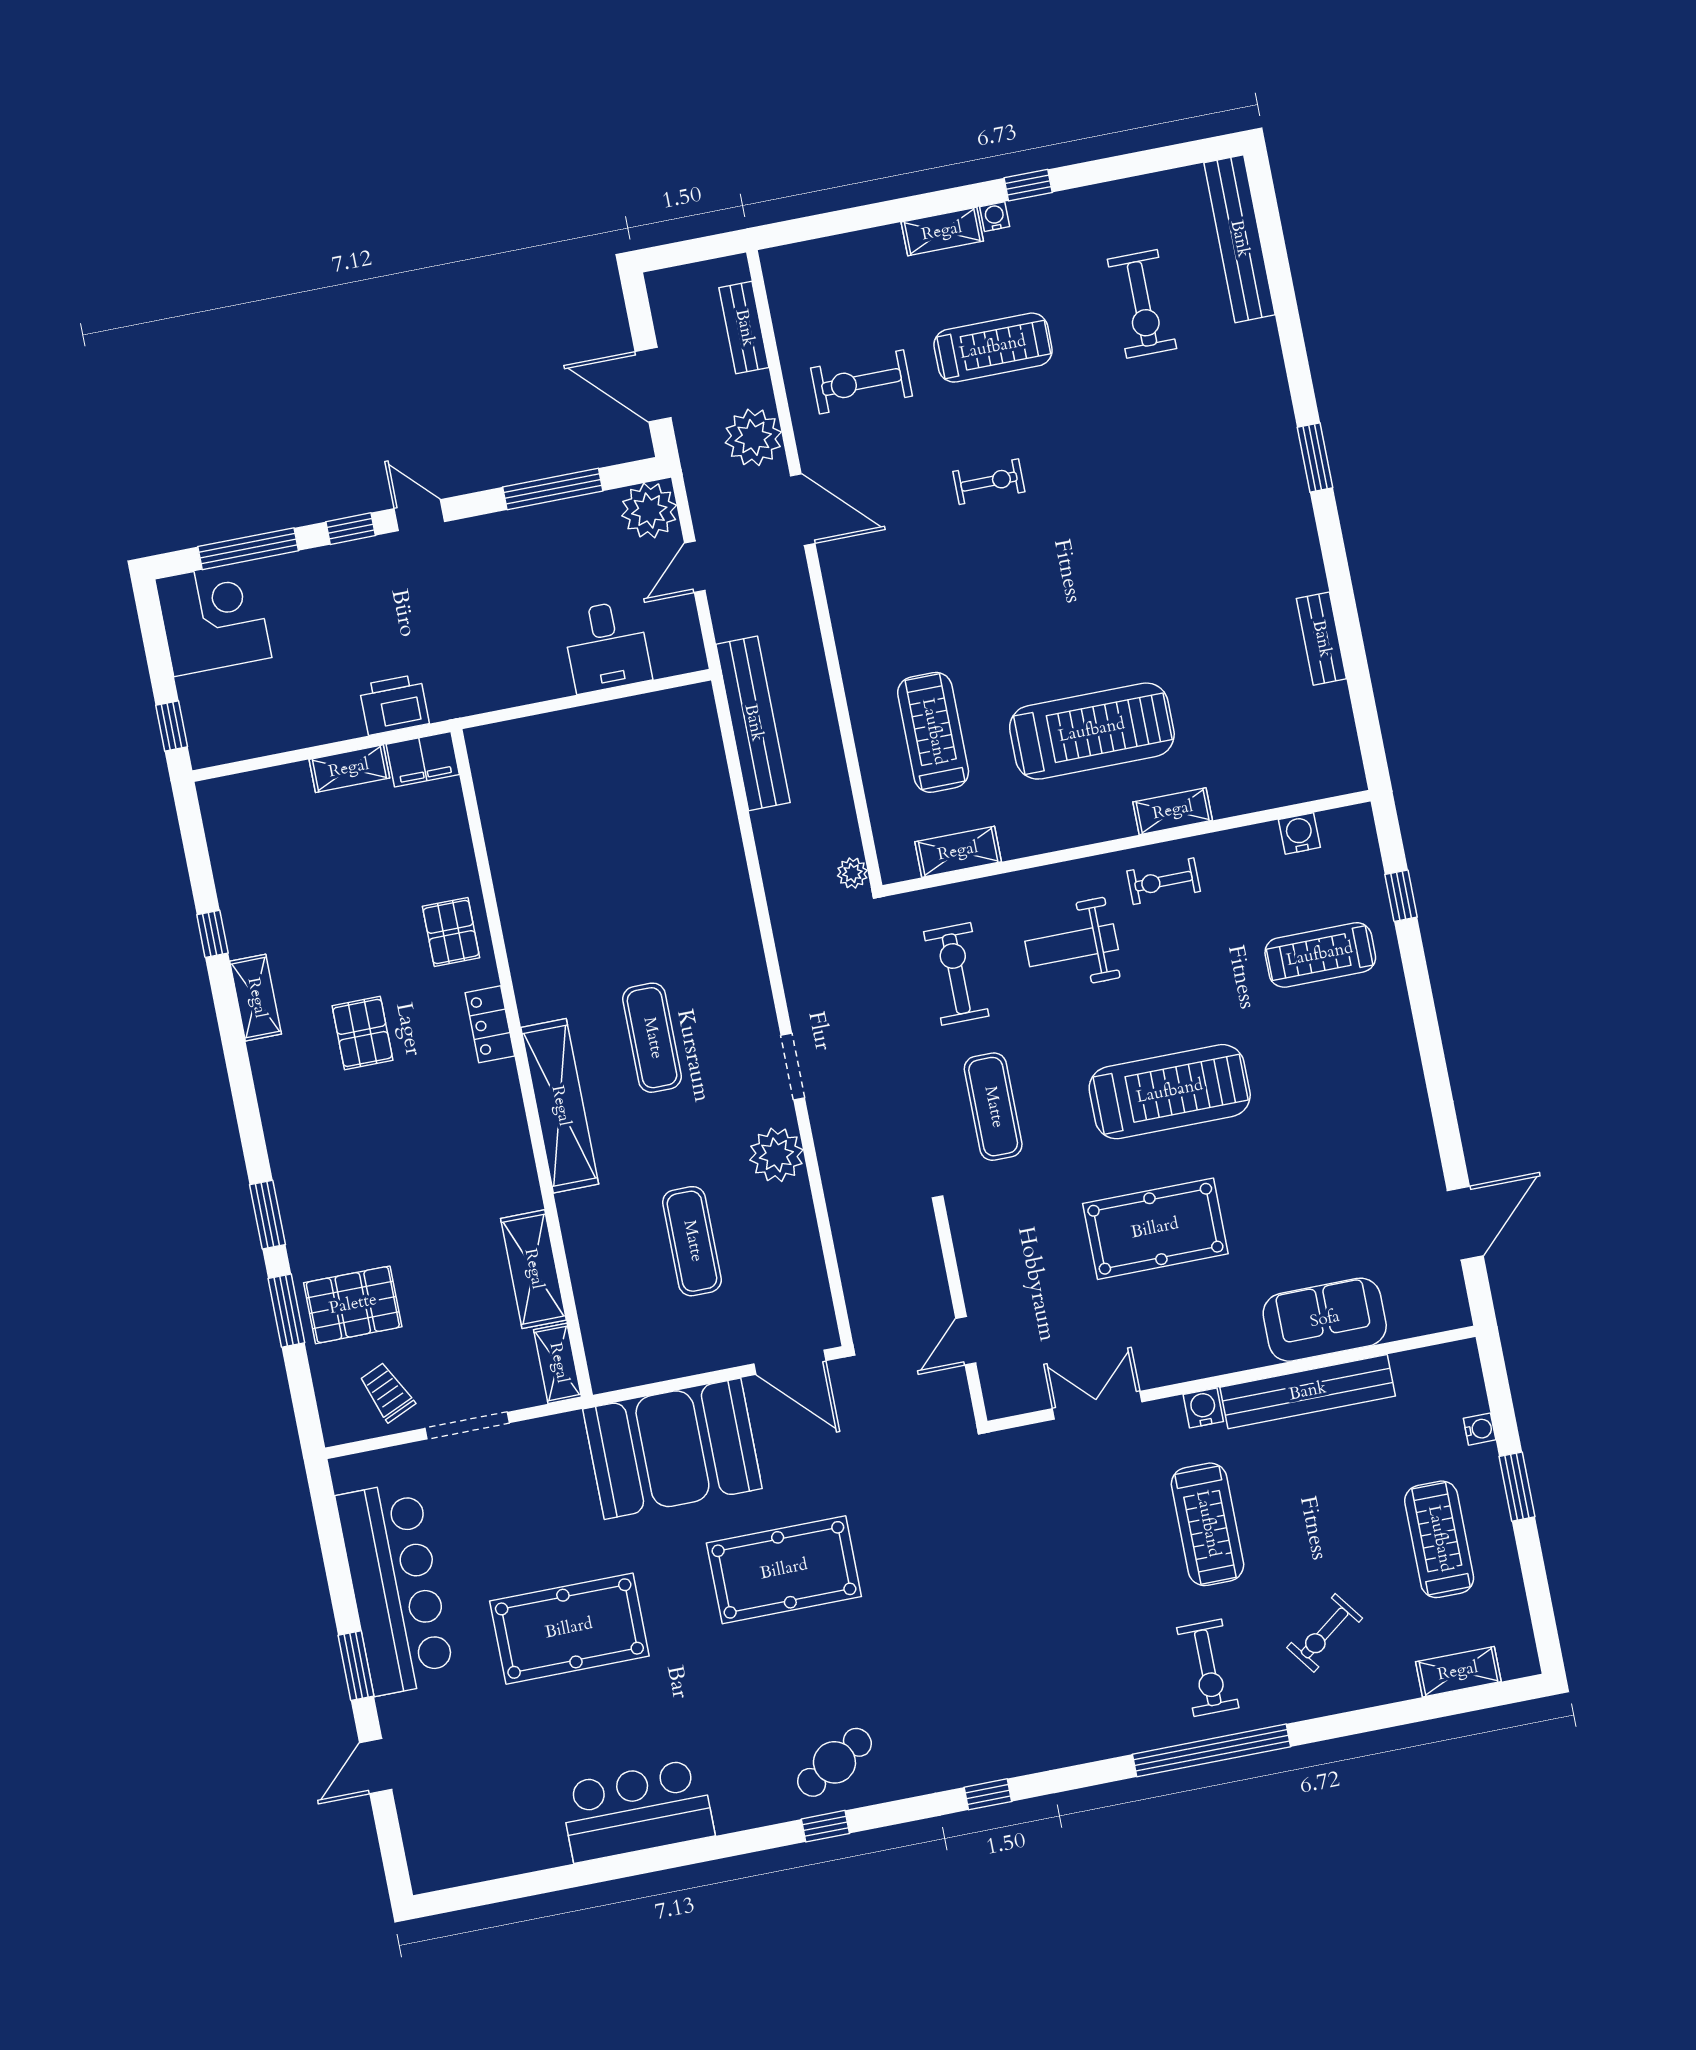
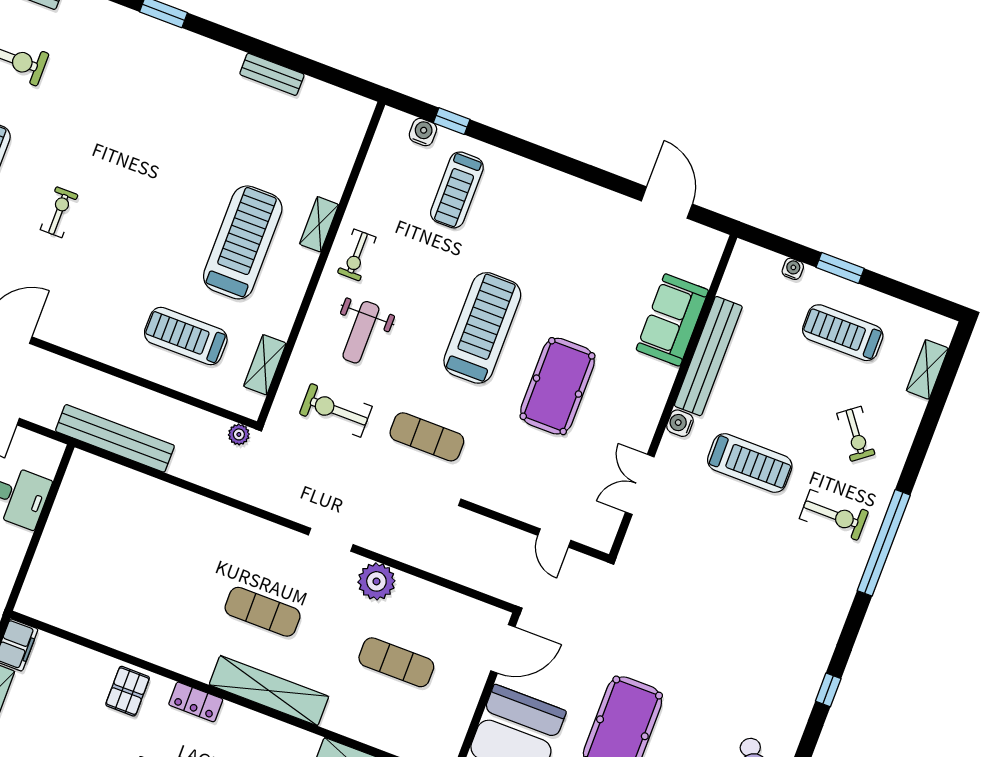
water cooler: (1299, 833) -> (423, 132), moved, turned 90
pallet: (451, 932) -> (128, 691), turned 90

